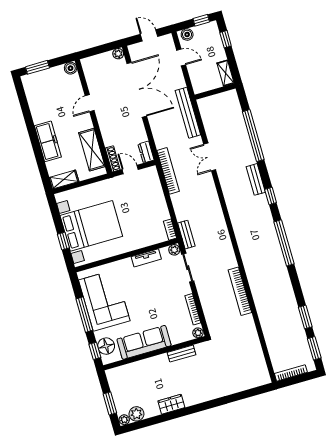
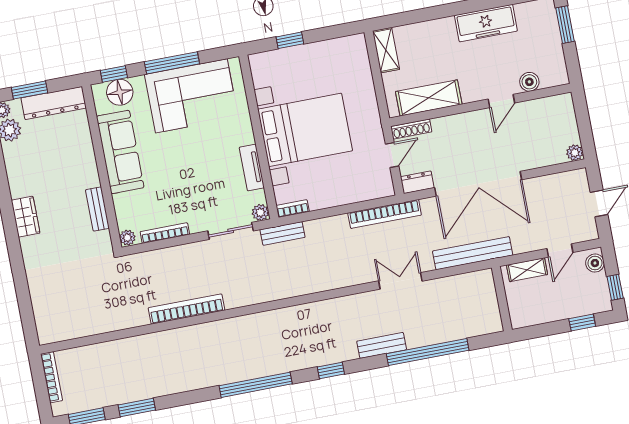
boiler: (71, 68) -> (529, 82), moved
shelving: (226, 73) -> (527, 270), moved
double door: (137, 90) -> (478, 184), moved
door: (90, 103) -> (501, 101), swing flipped
freezer: (48, 141) -> (486, 23), moved
bench: (256, 179) -> (382, 345), moved
bed with nightstands: (91, 226) -> (305, 130), moved, turned -90
dresser: (117, 387) -> (54, 103), added
wardrobe: (171, 404) -> (26, 217), moved

